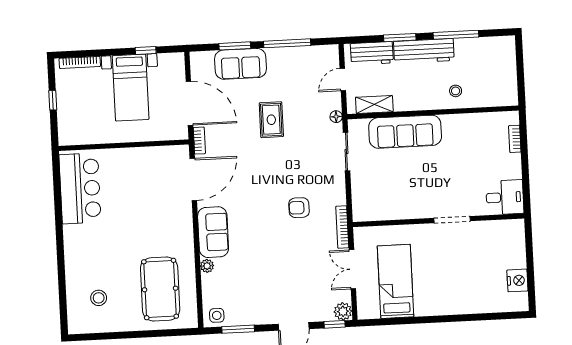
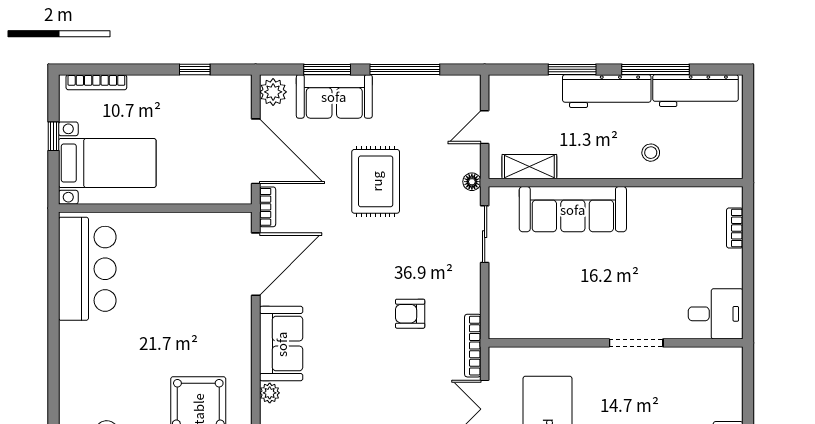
workbench: (372, 53) -> (696, 91), moved, width x1.37
plant: (199, 63) -> (273, 92), added
bed with nightstands: (131, 88) -> (107, 163), moved, turned -90
rug: (271, 120) -> (376, 181), width x1.36, depth x1.43

